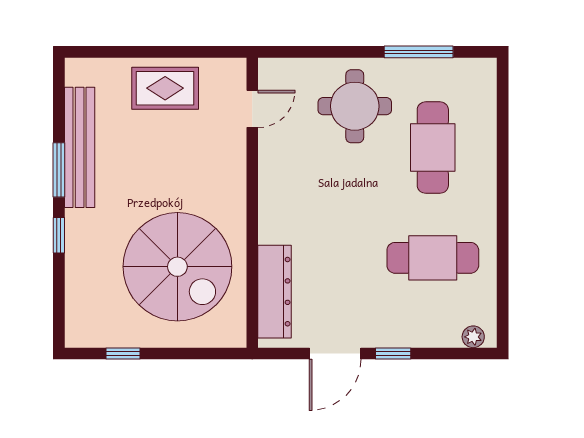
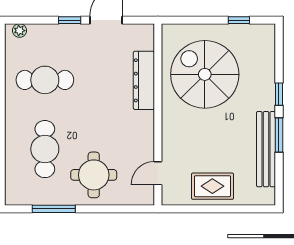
dresser: (275, 292) -> (144, 80), moved

